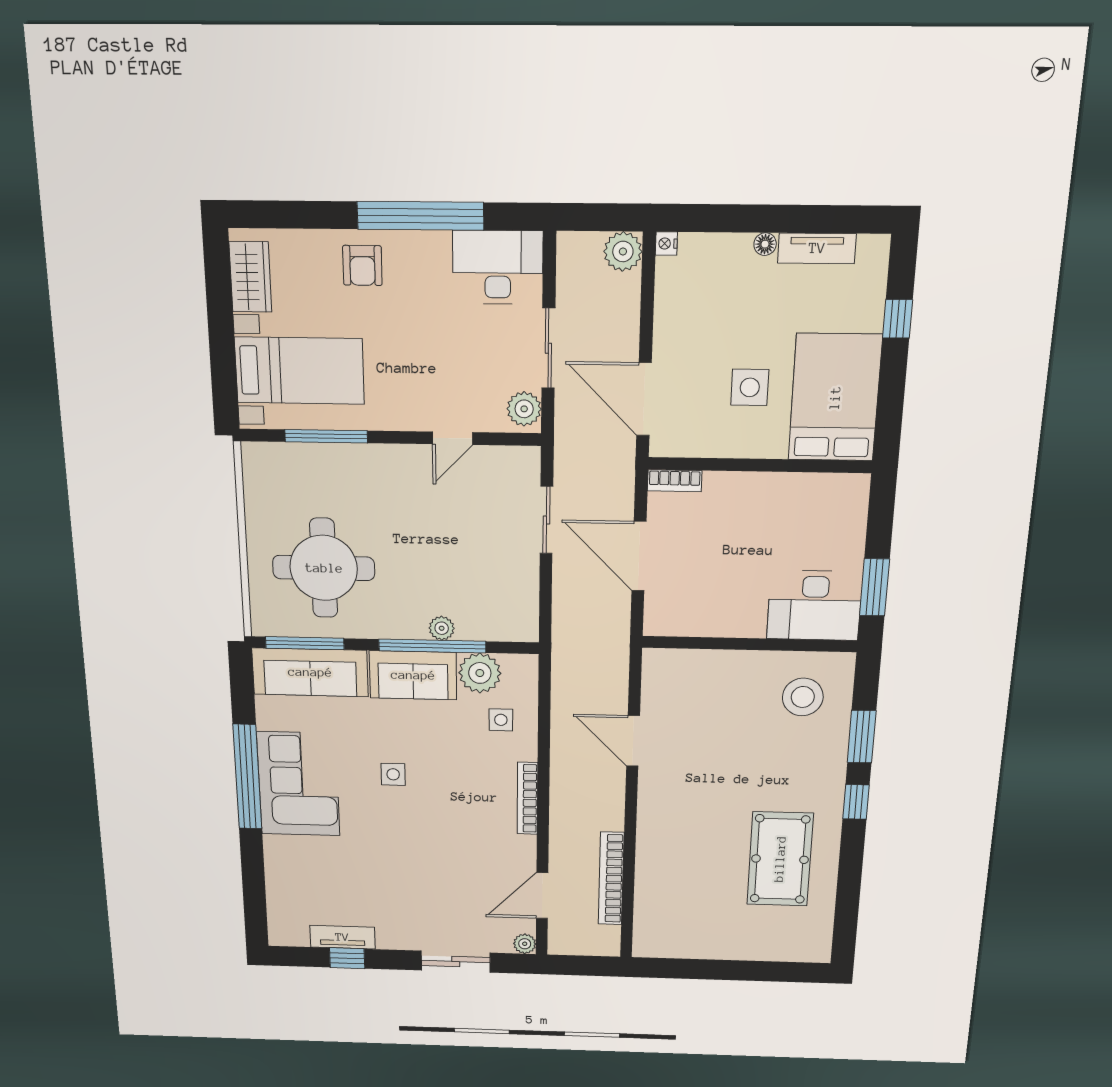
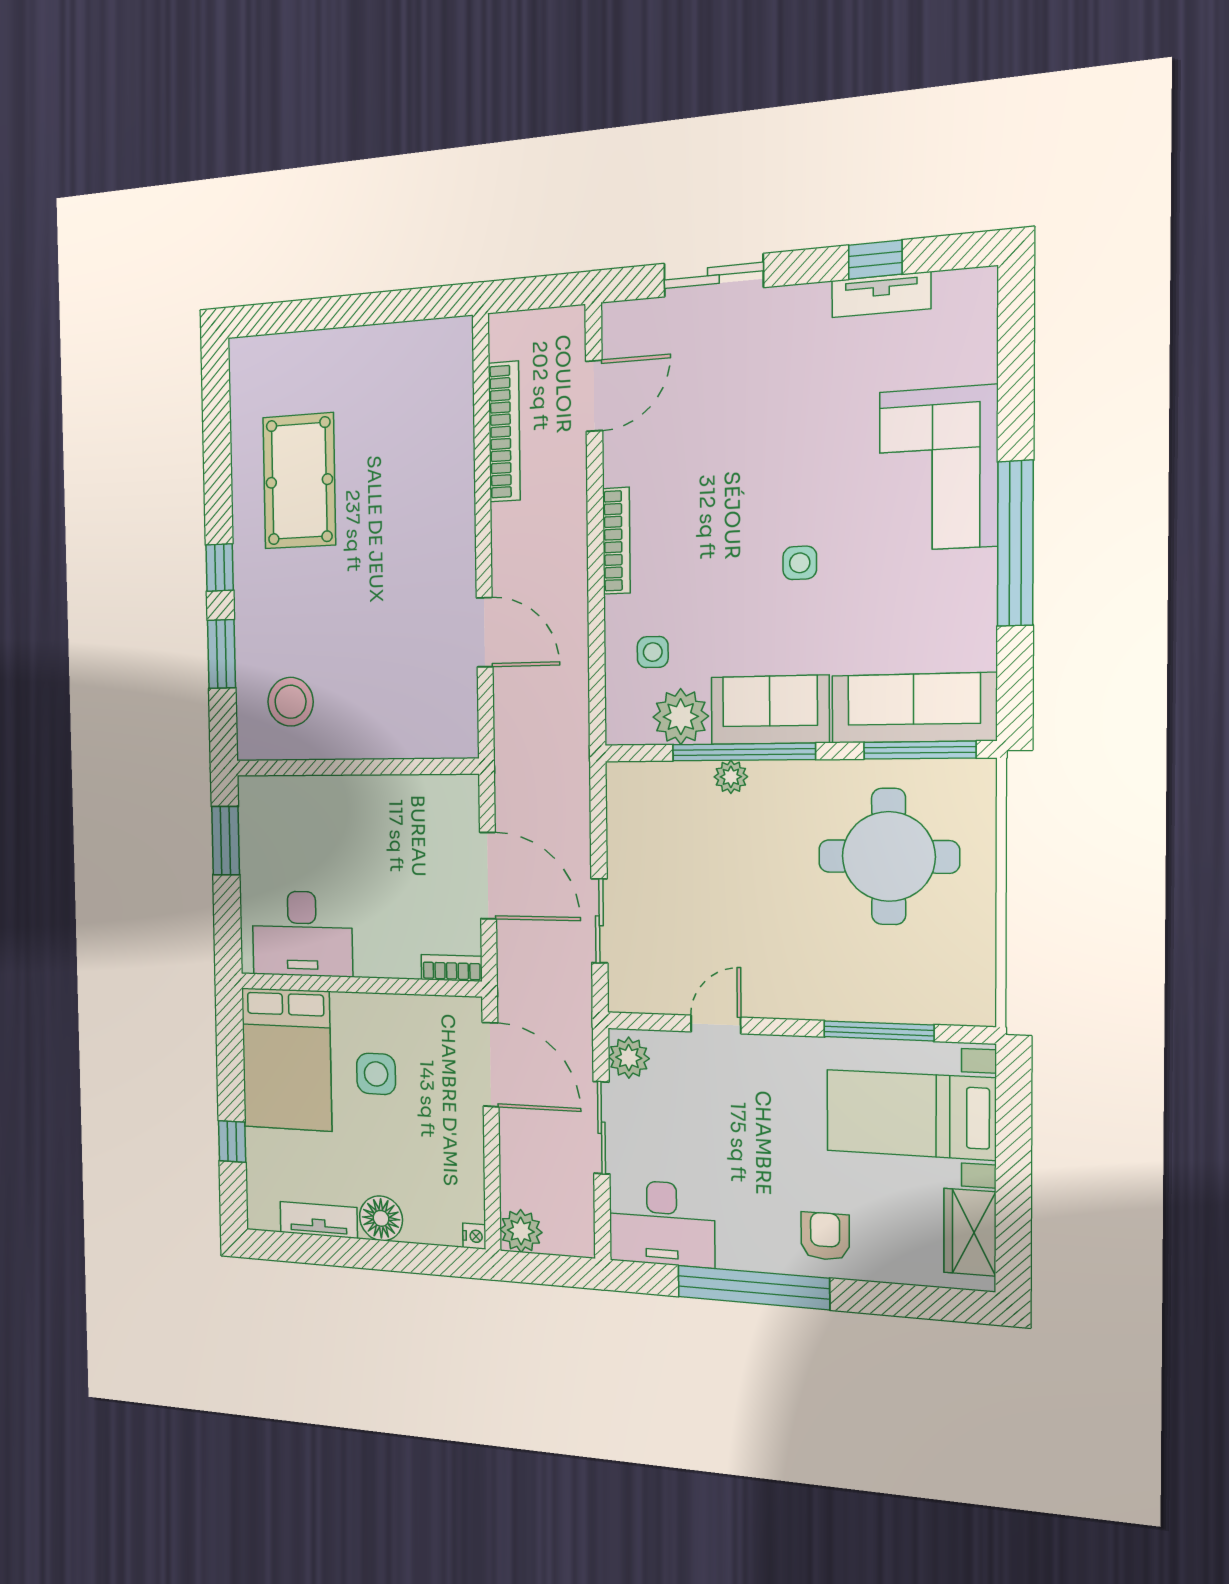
floor lamp: (765, 244) -> (381, 1218), width x1.89, depth x1.89
desk: (814, 605) -> (302, 934), moved, turned 180
corner sofa: (298, 784) -> (938, 469), moved
plant: (525, 944) -> (617, 317), removed

